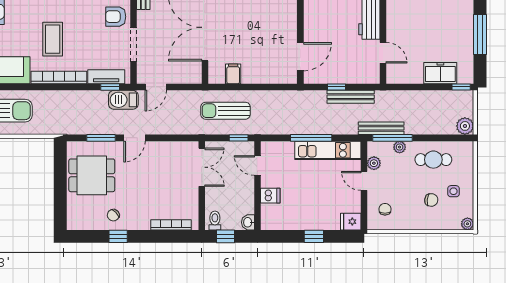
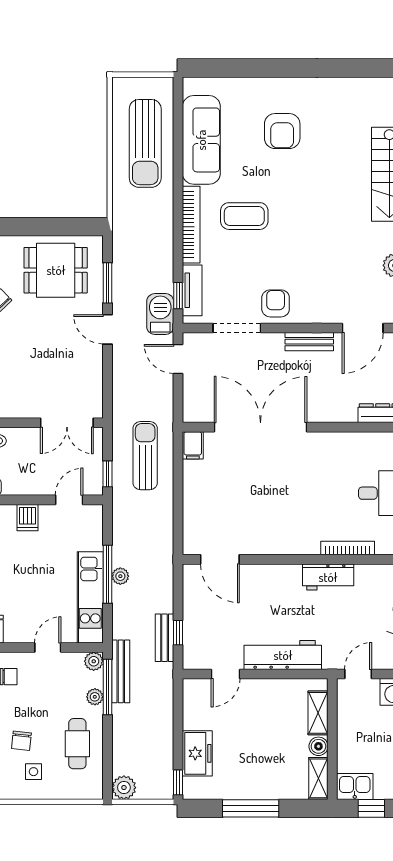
filing cabinet: (233, 74) -> (193, 445), moved, turned 90
window: (336, 87) -> (178, 633), moved
bench: (351, 97) -> (165, 638), width x0.73
plant: (312, 129) -> (120, 576), added
plant: (374, 163) -> (94, 661), moved
dining table: (92, 175) -> (56, 270), turned 90

